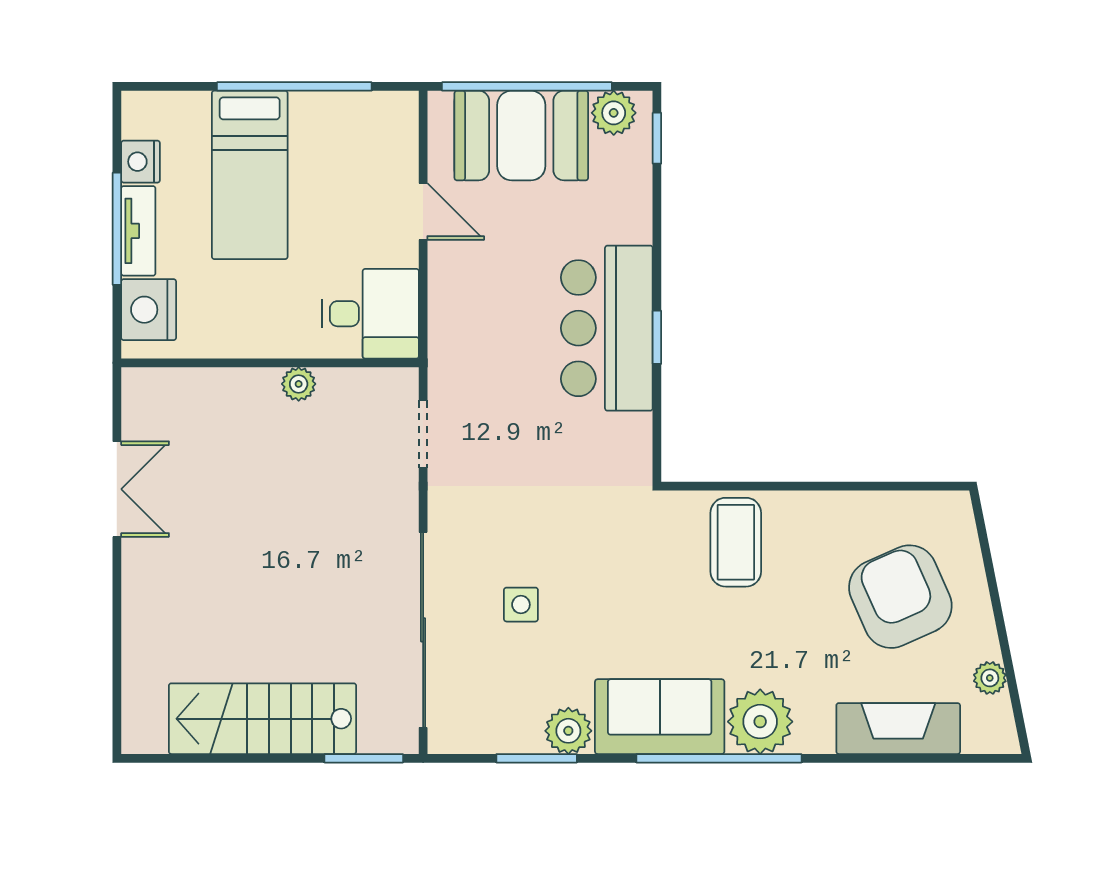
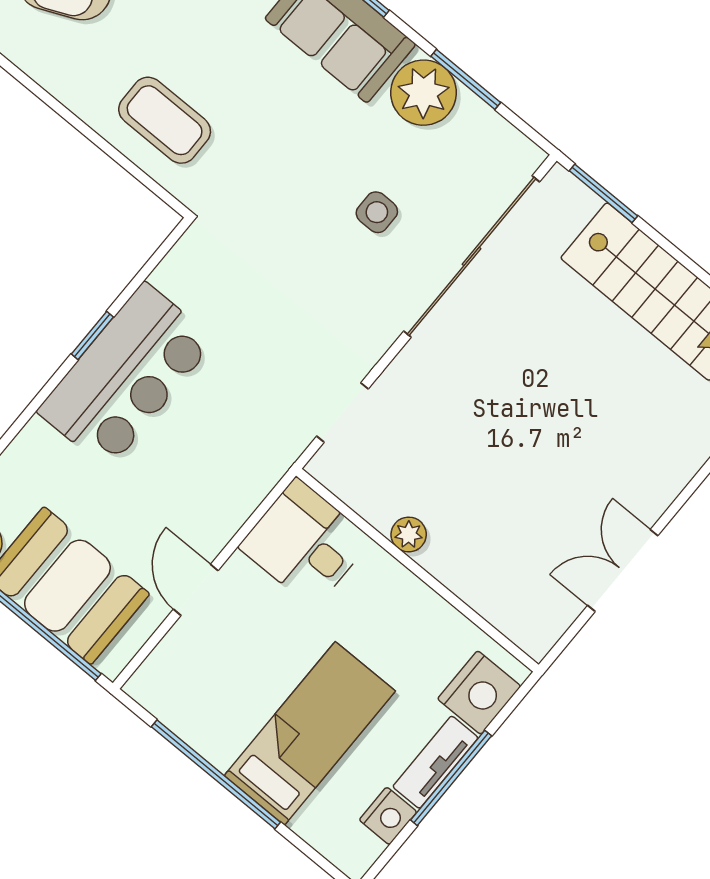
coffee table: (736, 542) -> (165, 120), turned 90
plant: (568, 731) -> (423, 93), width x1.36, depth x1.36

